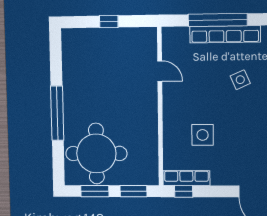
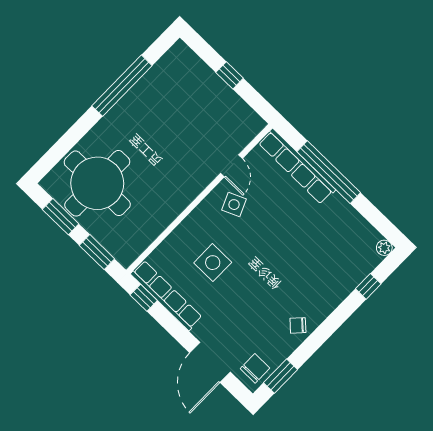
row of seats: (225, 34) -> (297, 166), moved
side table: (240, 80) -> (234, 205), moved
window: (57, 113) -> (122, 86), moved
row of seats: (186, 178) -> (166, 296), width x1.36

